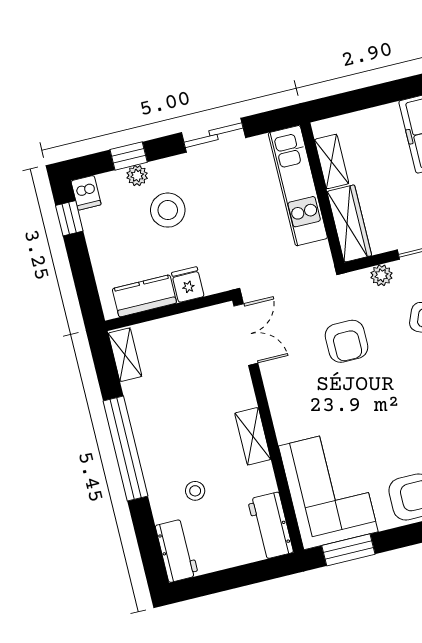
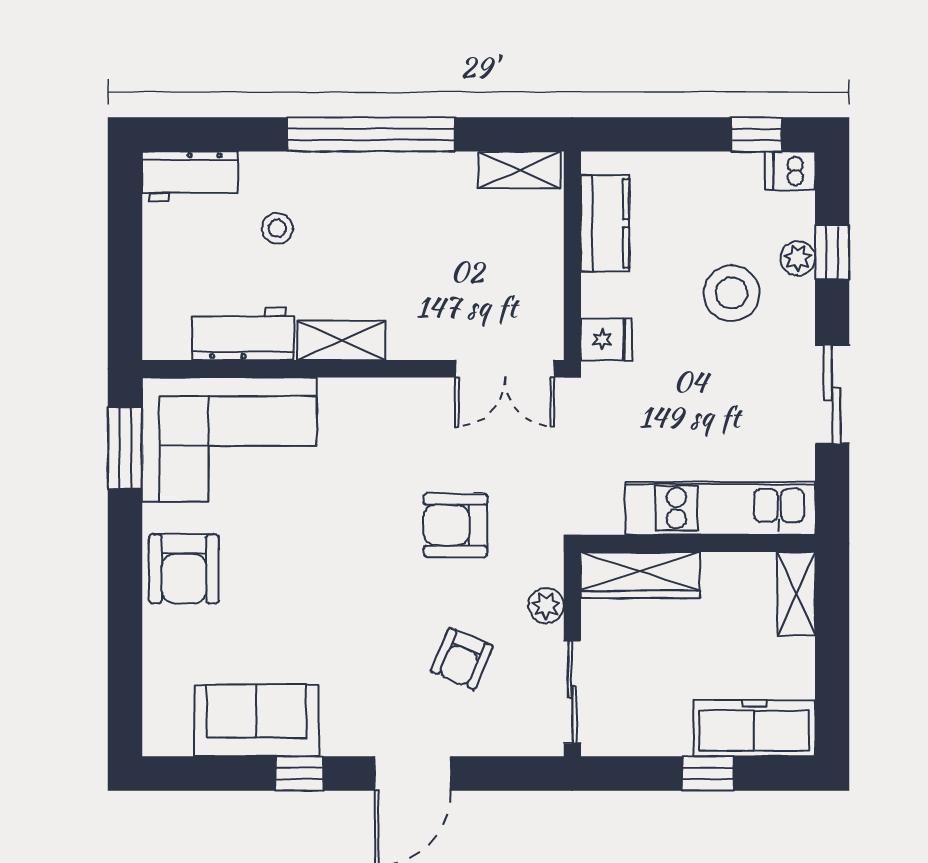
shelving: (332, 162) -> (796, 594), moved, turned 90
fridge: (188, 285) -> (606, 339), moved
workbench: (270, 526) -> (243, 334), moved

